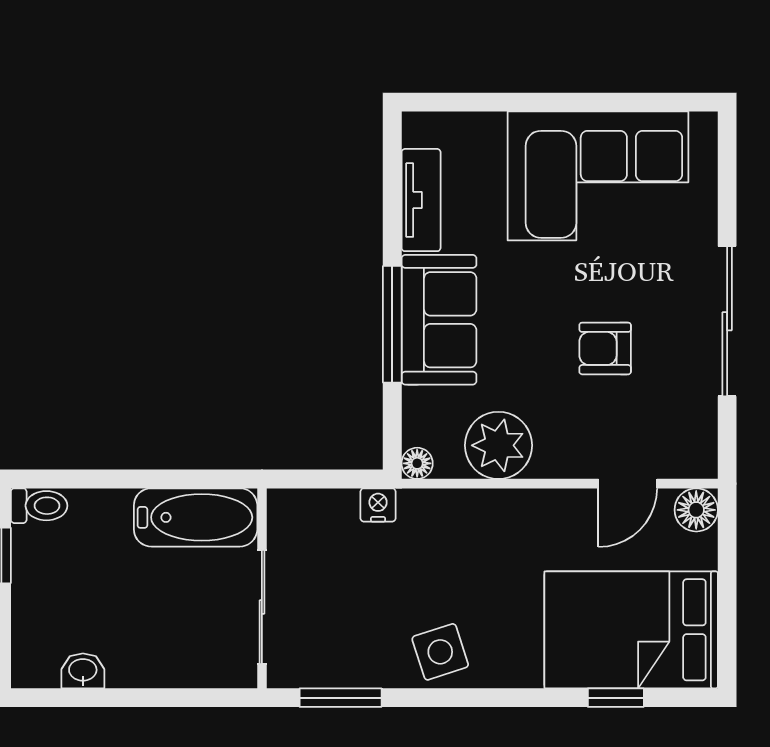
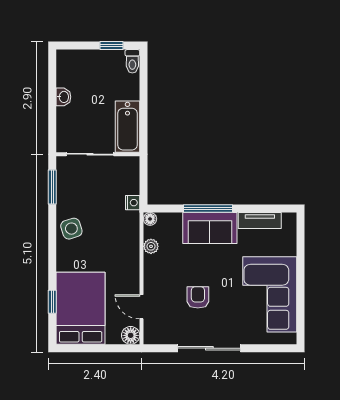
plant: (498, 445) -> (151, 246), width x0.53, depth x0.53
washbasin: (83, 671) -> (63, 97), moved

